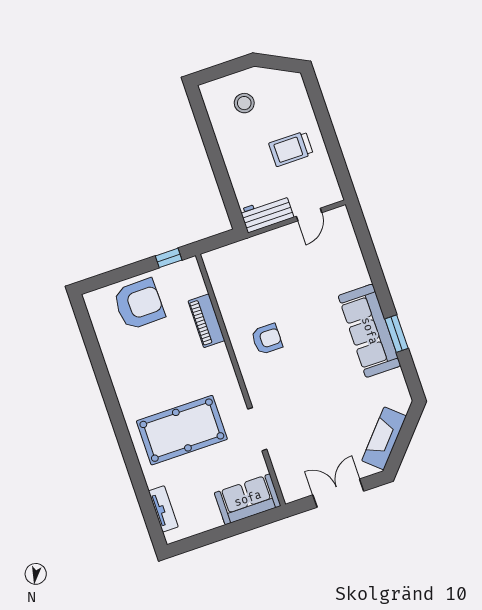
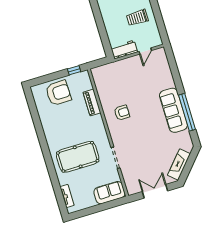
window: (397, 334) -> (187, 112), width x2.11

